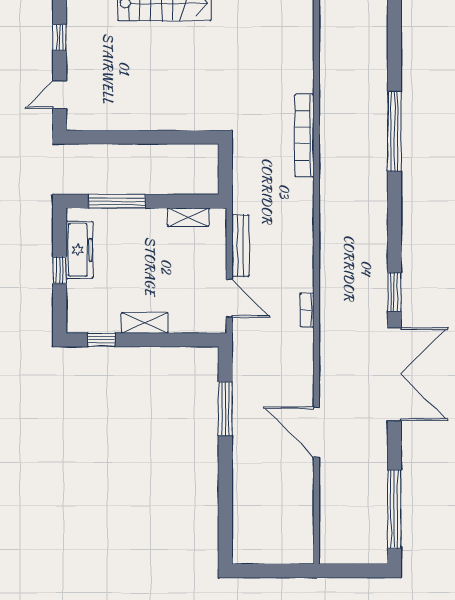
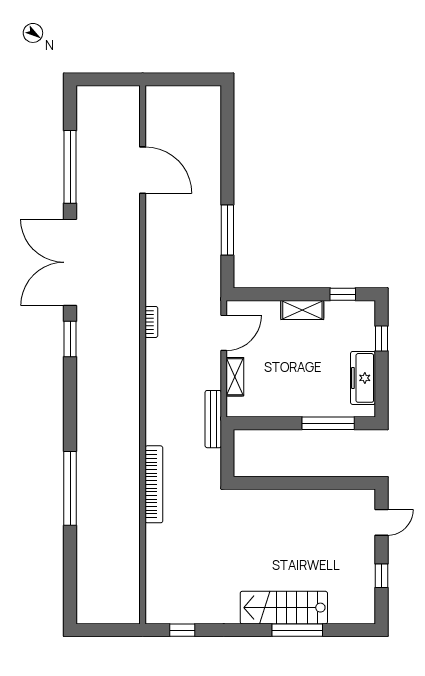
shelving: (188, 217) -> (235, 377), moved, turned 90
bench: (240, 246) -> (213, 419), moved
window: (60, 270) -> (381, 338), moved
door: (229, 298) -> (224, 333), swing flipped
door: (316, 432) -> (143, 170), moved
window: (394, 509) -> (70, 167), moved

